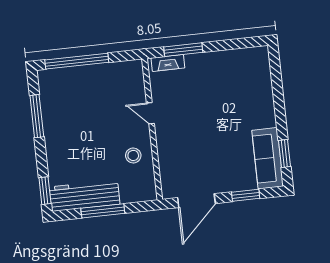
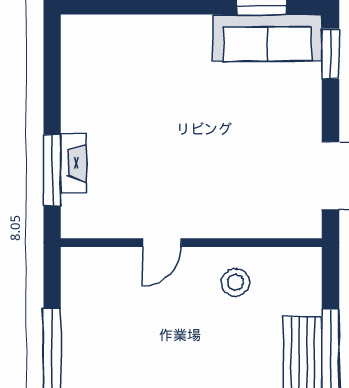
fireplace: (168, 63) -> (73, 163), moved
window: (246, 195) -> (331, 54), moved

